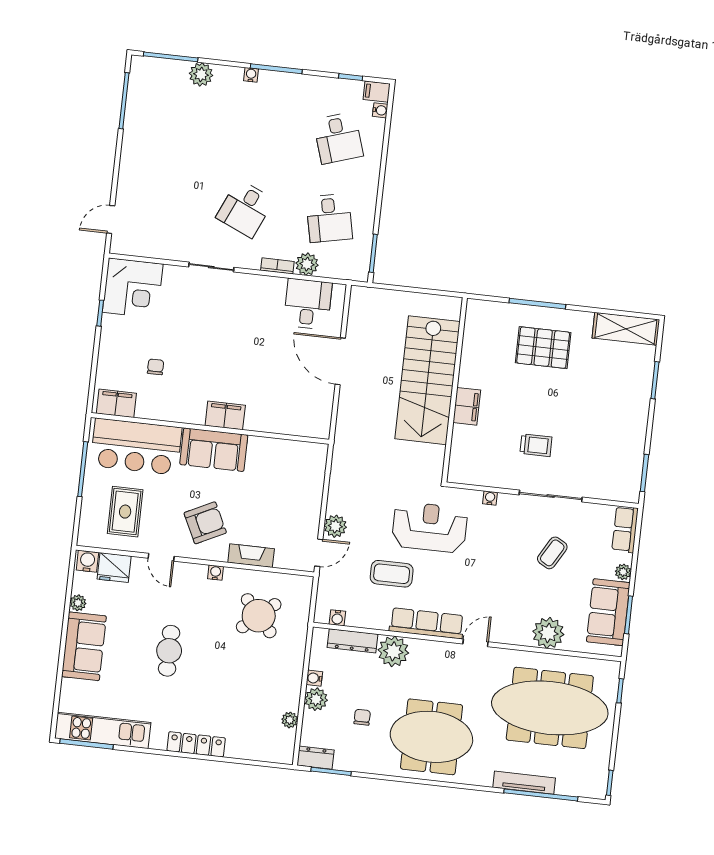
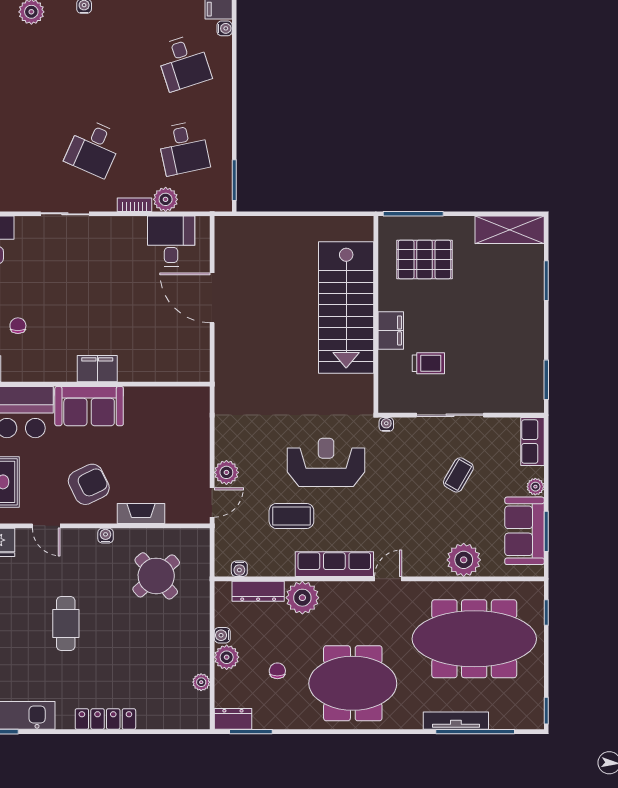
stairs: (427, 380) -> (346, 307), moved
wall: (455, 390) -> (376, 314), moved
filing cabinet: (467, 406) -> (391, 330), moved

